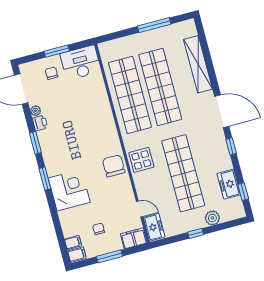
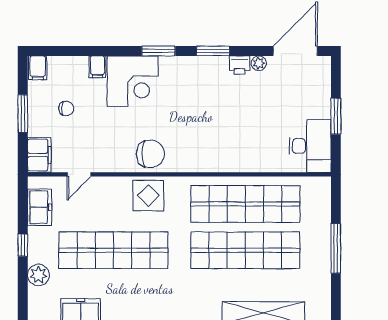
window: (154, 25) -> (336, 248), moved
chair: (52, 73) -> (306, 100), removed
freezer: (154, 227) -> (40, 207), moved, turned -90
filing cabinet: (73, 242) -> (97, 67), moved

